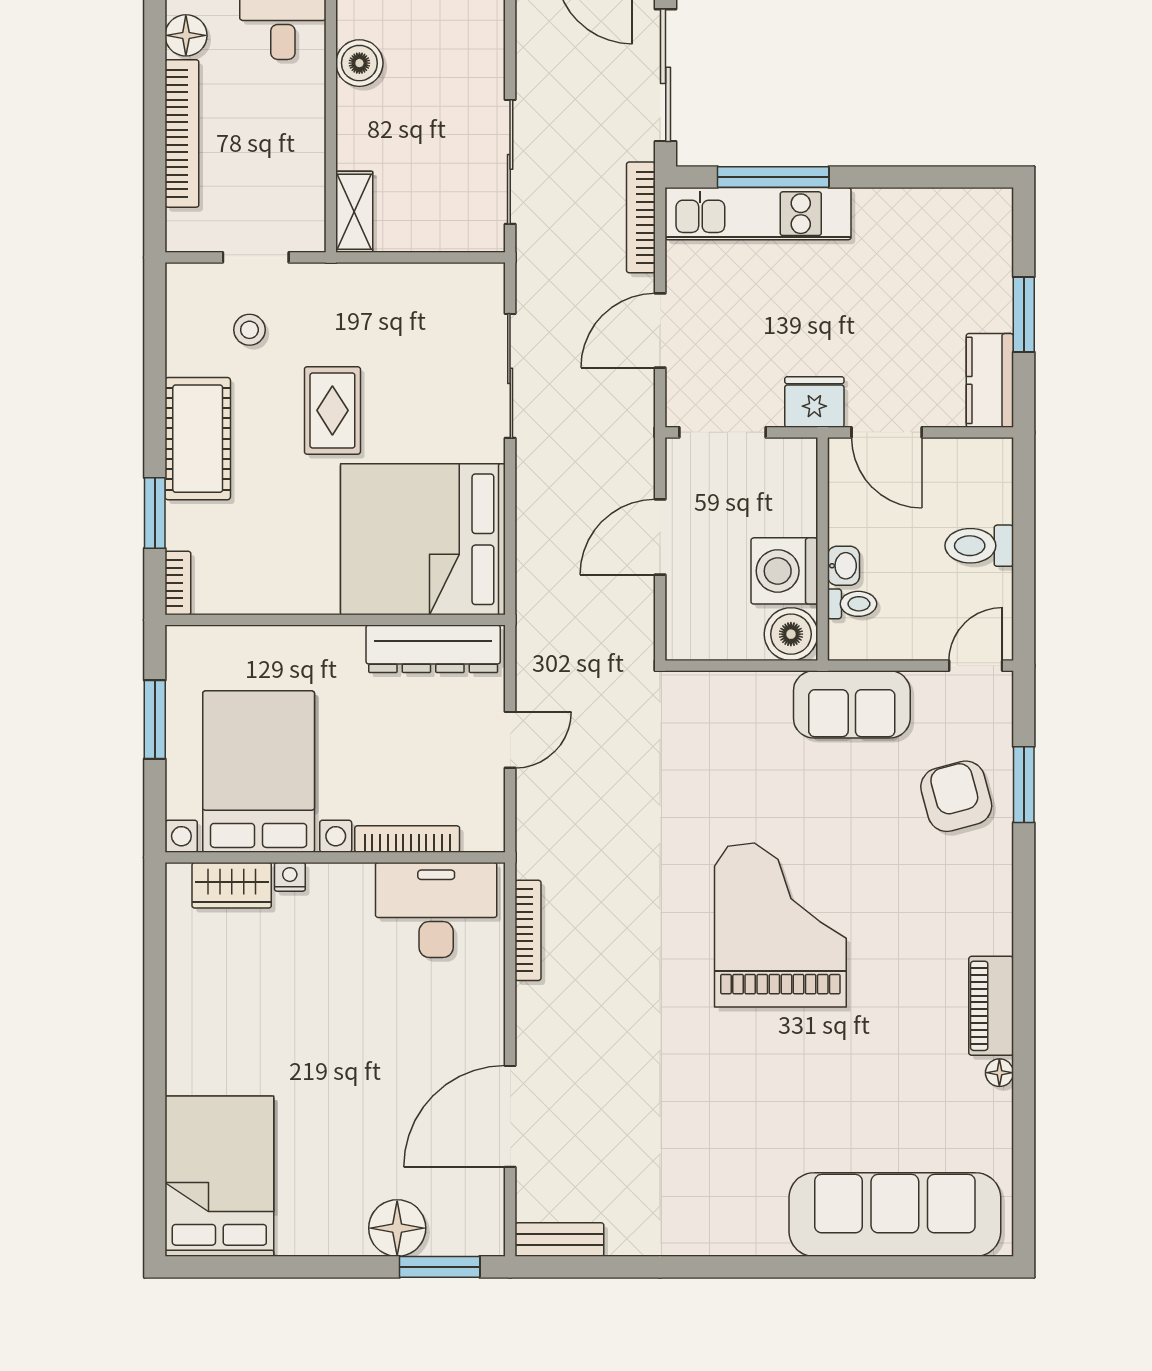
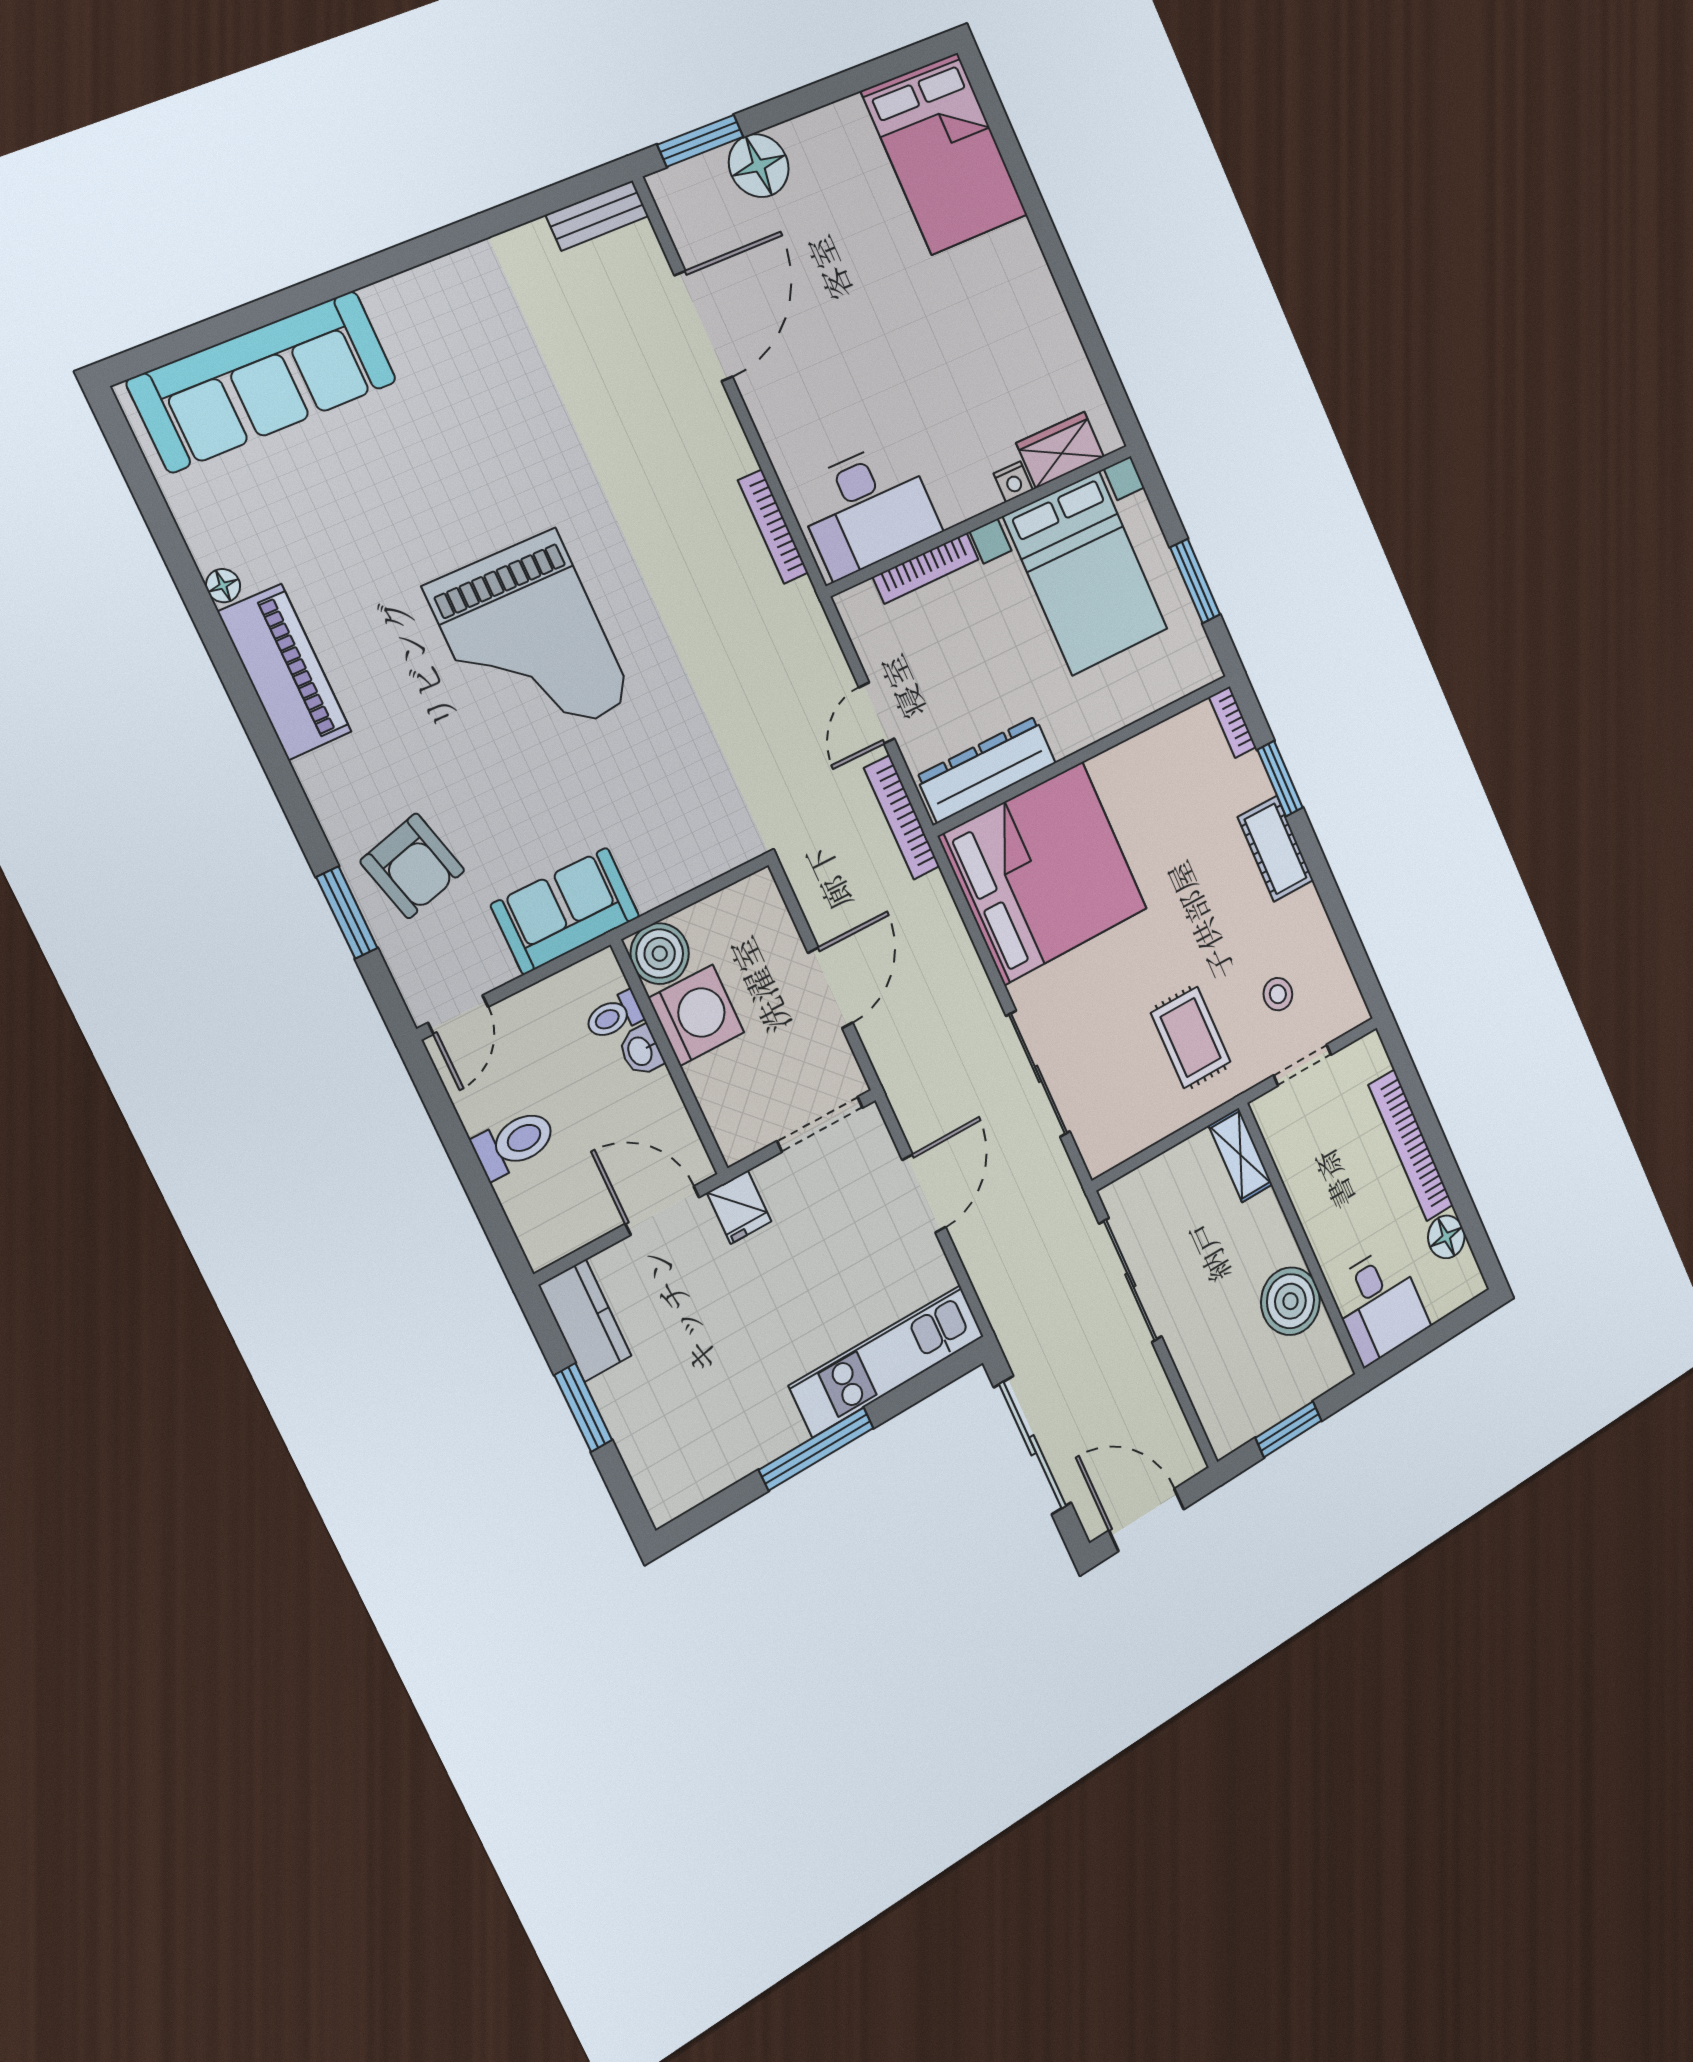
boiler: (359, 63) -> (1290, 1301), width x1.37, depth x1.37
window: (773, 177) -> (816, 1449), moved
bookcase: (641, 217) -> (902, 817), moved, turned 180
fridge: (814, 402) -> (739, 1207), width x0.72
rug: (332, 410) -> (1191, 1037), moved
cot: (198, 439) -> (1275, 849), width x0.73, depth x0.75
piano: (991, 1006) -> (285, 672), width x1.37, depth x1.33

